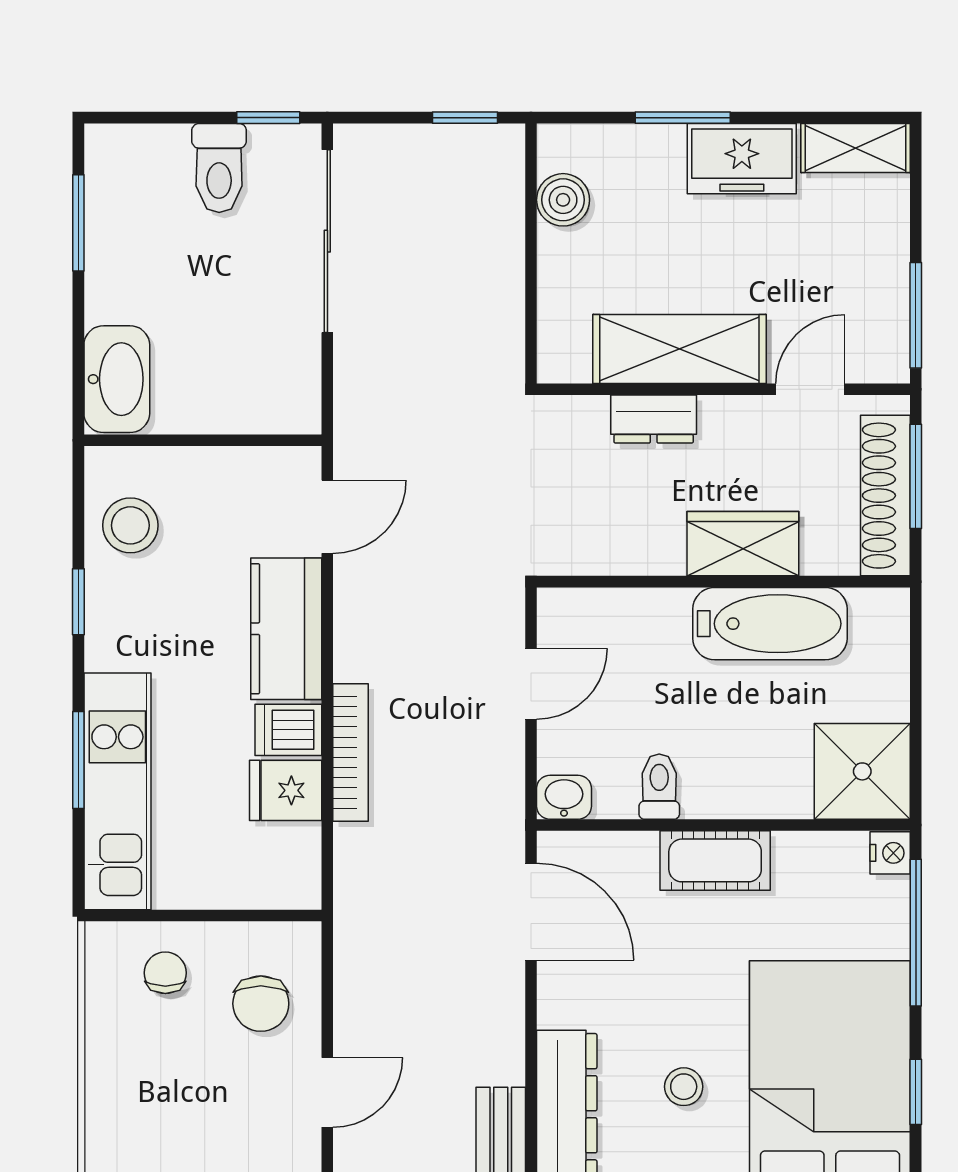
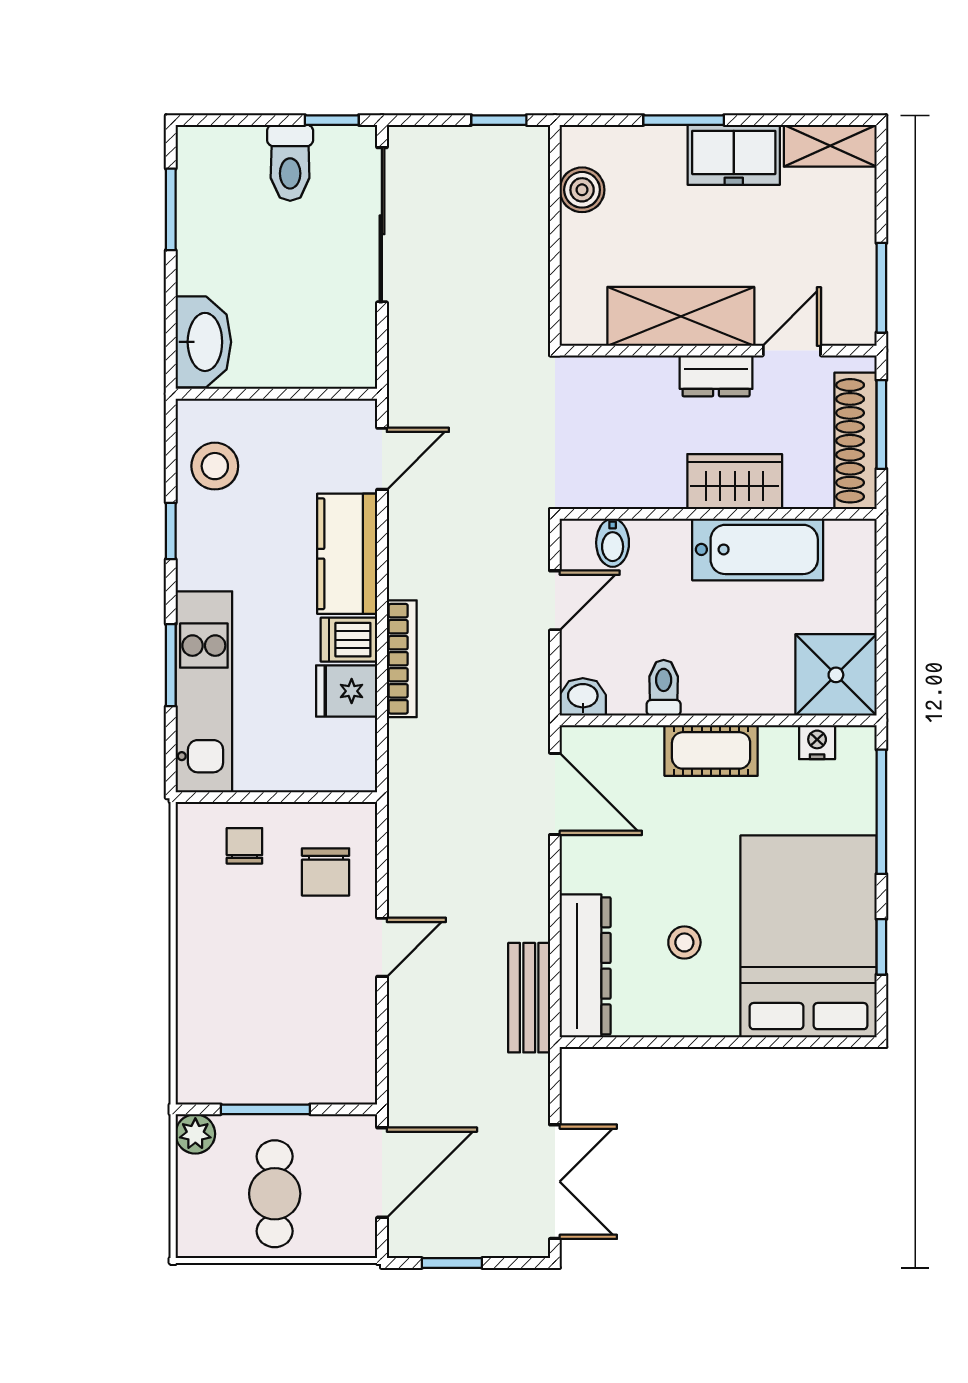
dresser: (654, 419) -> (716, 376), moved
bidet: (599, 616) -> (613, 543), added
nightstand: (890, 853) -> (817, 742), moved, turned -90

